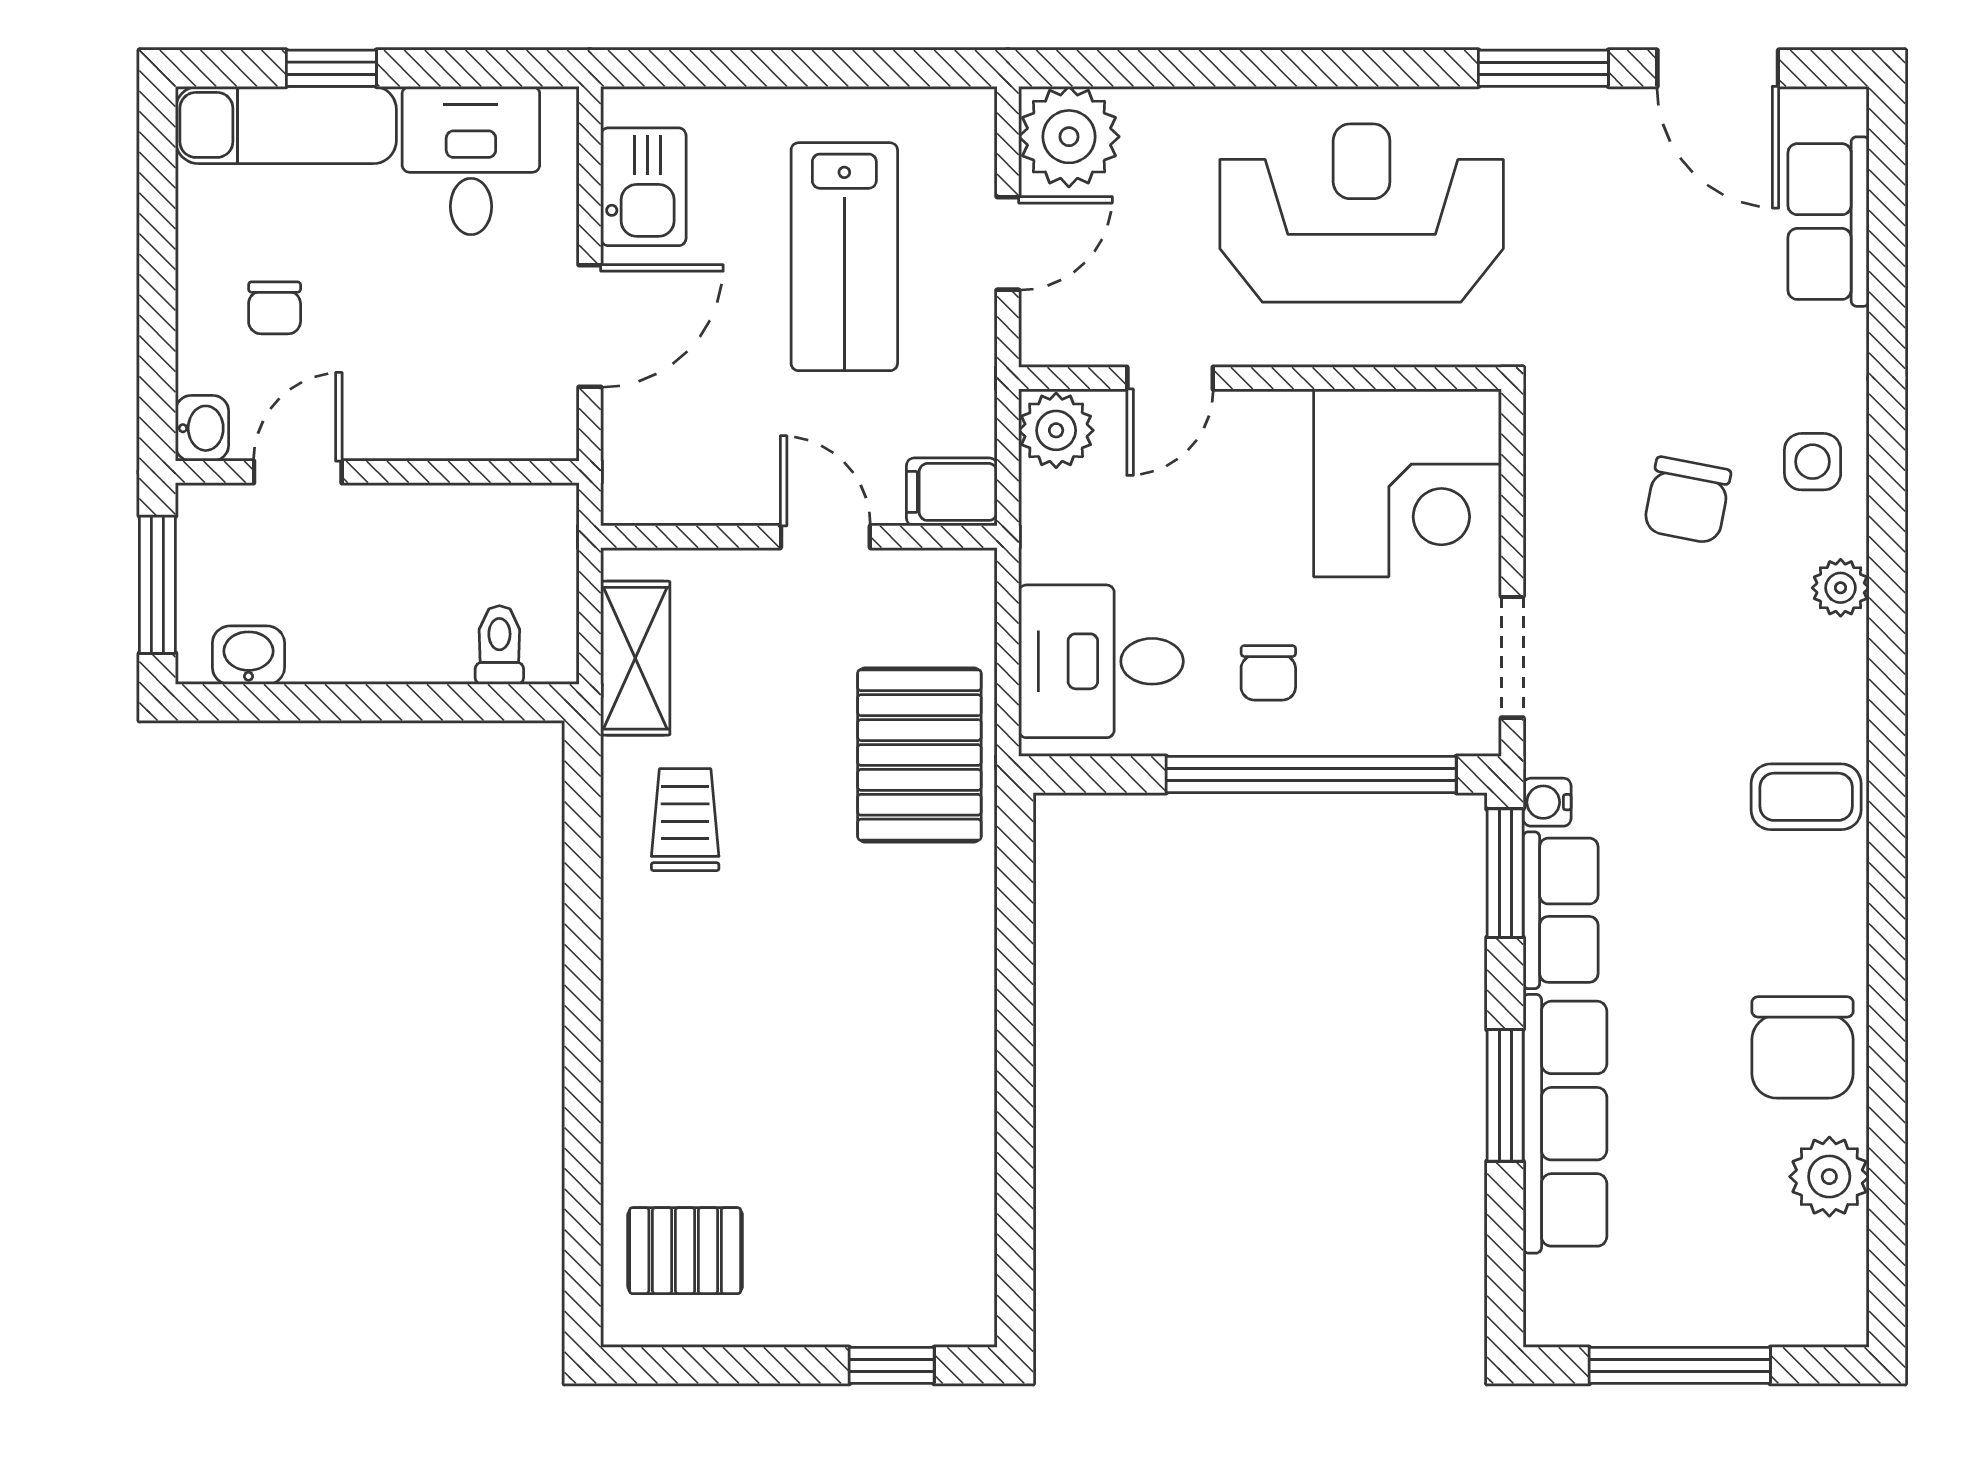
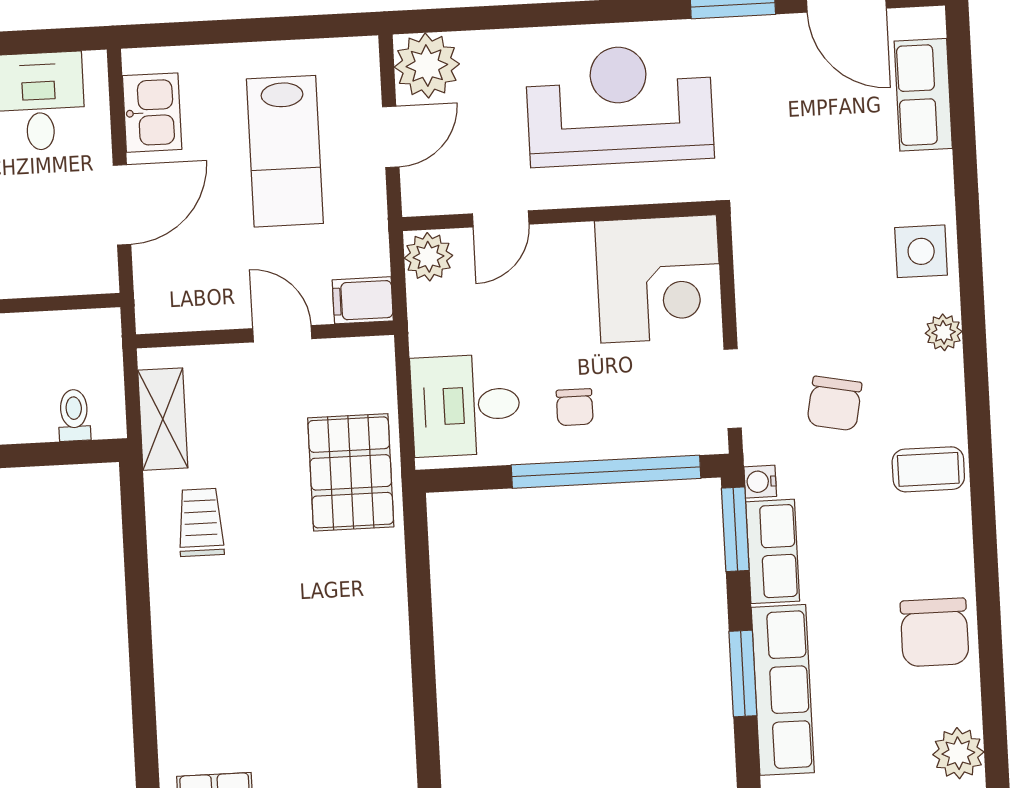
side table: (1813, 462) -> (921, 251), width x1.37, depth x1.37
chair: (1687, 500) -> (834, 404), moved
plant: (1829, 1177) -> (958, 753), moved

